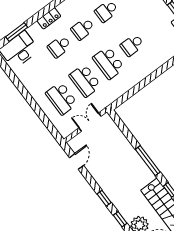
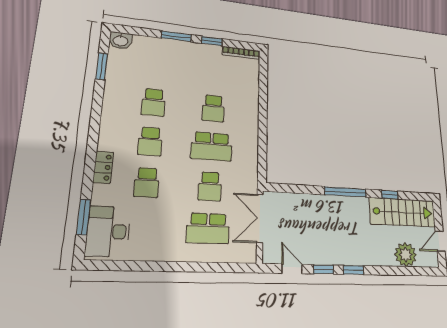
school desk: (85, 81) -> (210, 186), width x0.54
double door: (90, 122) -> (260, 218), width x1.37
window: (120, 219) -> (323, 269), moved

